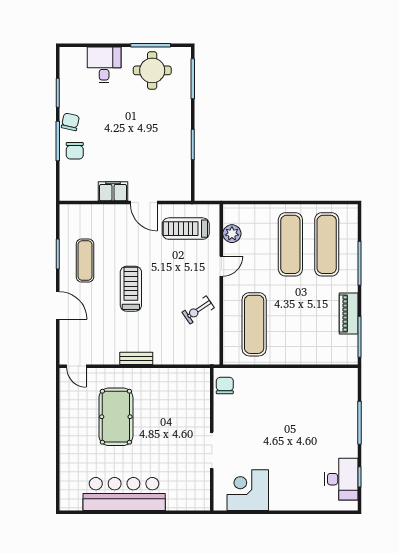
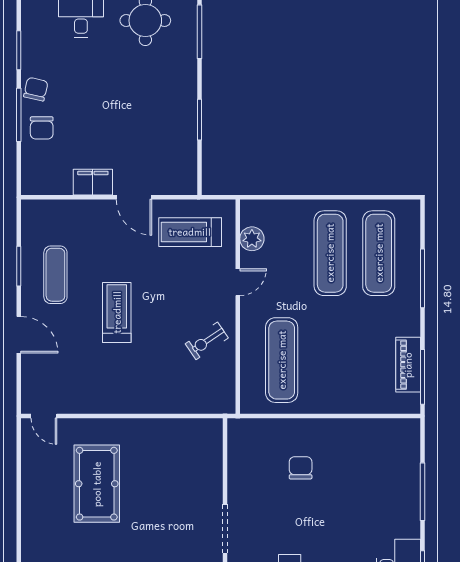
piano: (349, 314) -> (408, 365), moved
bench: (136, 358) -> (124, 406), removed
chair: (225, 385) -> (301, 468), moved

